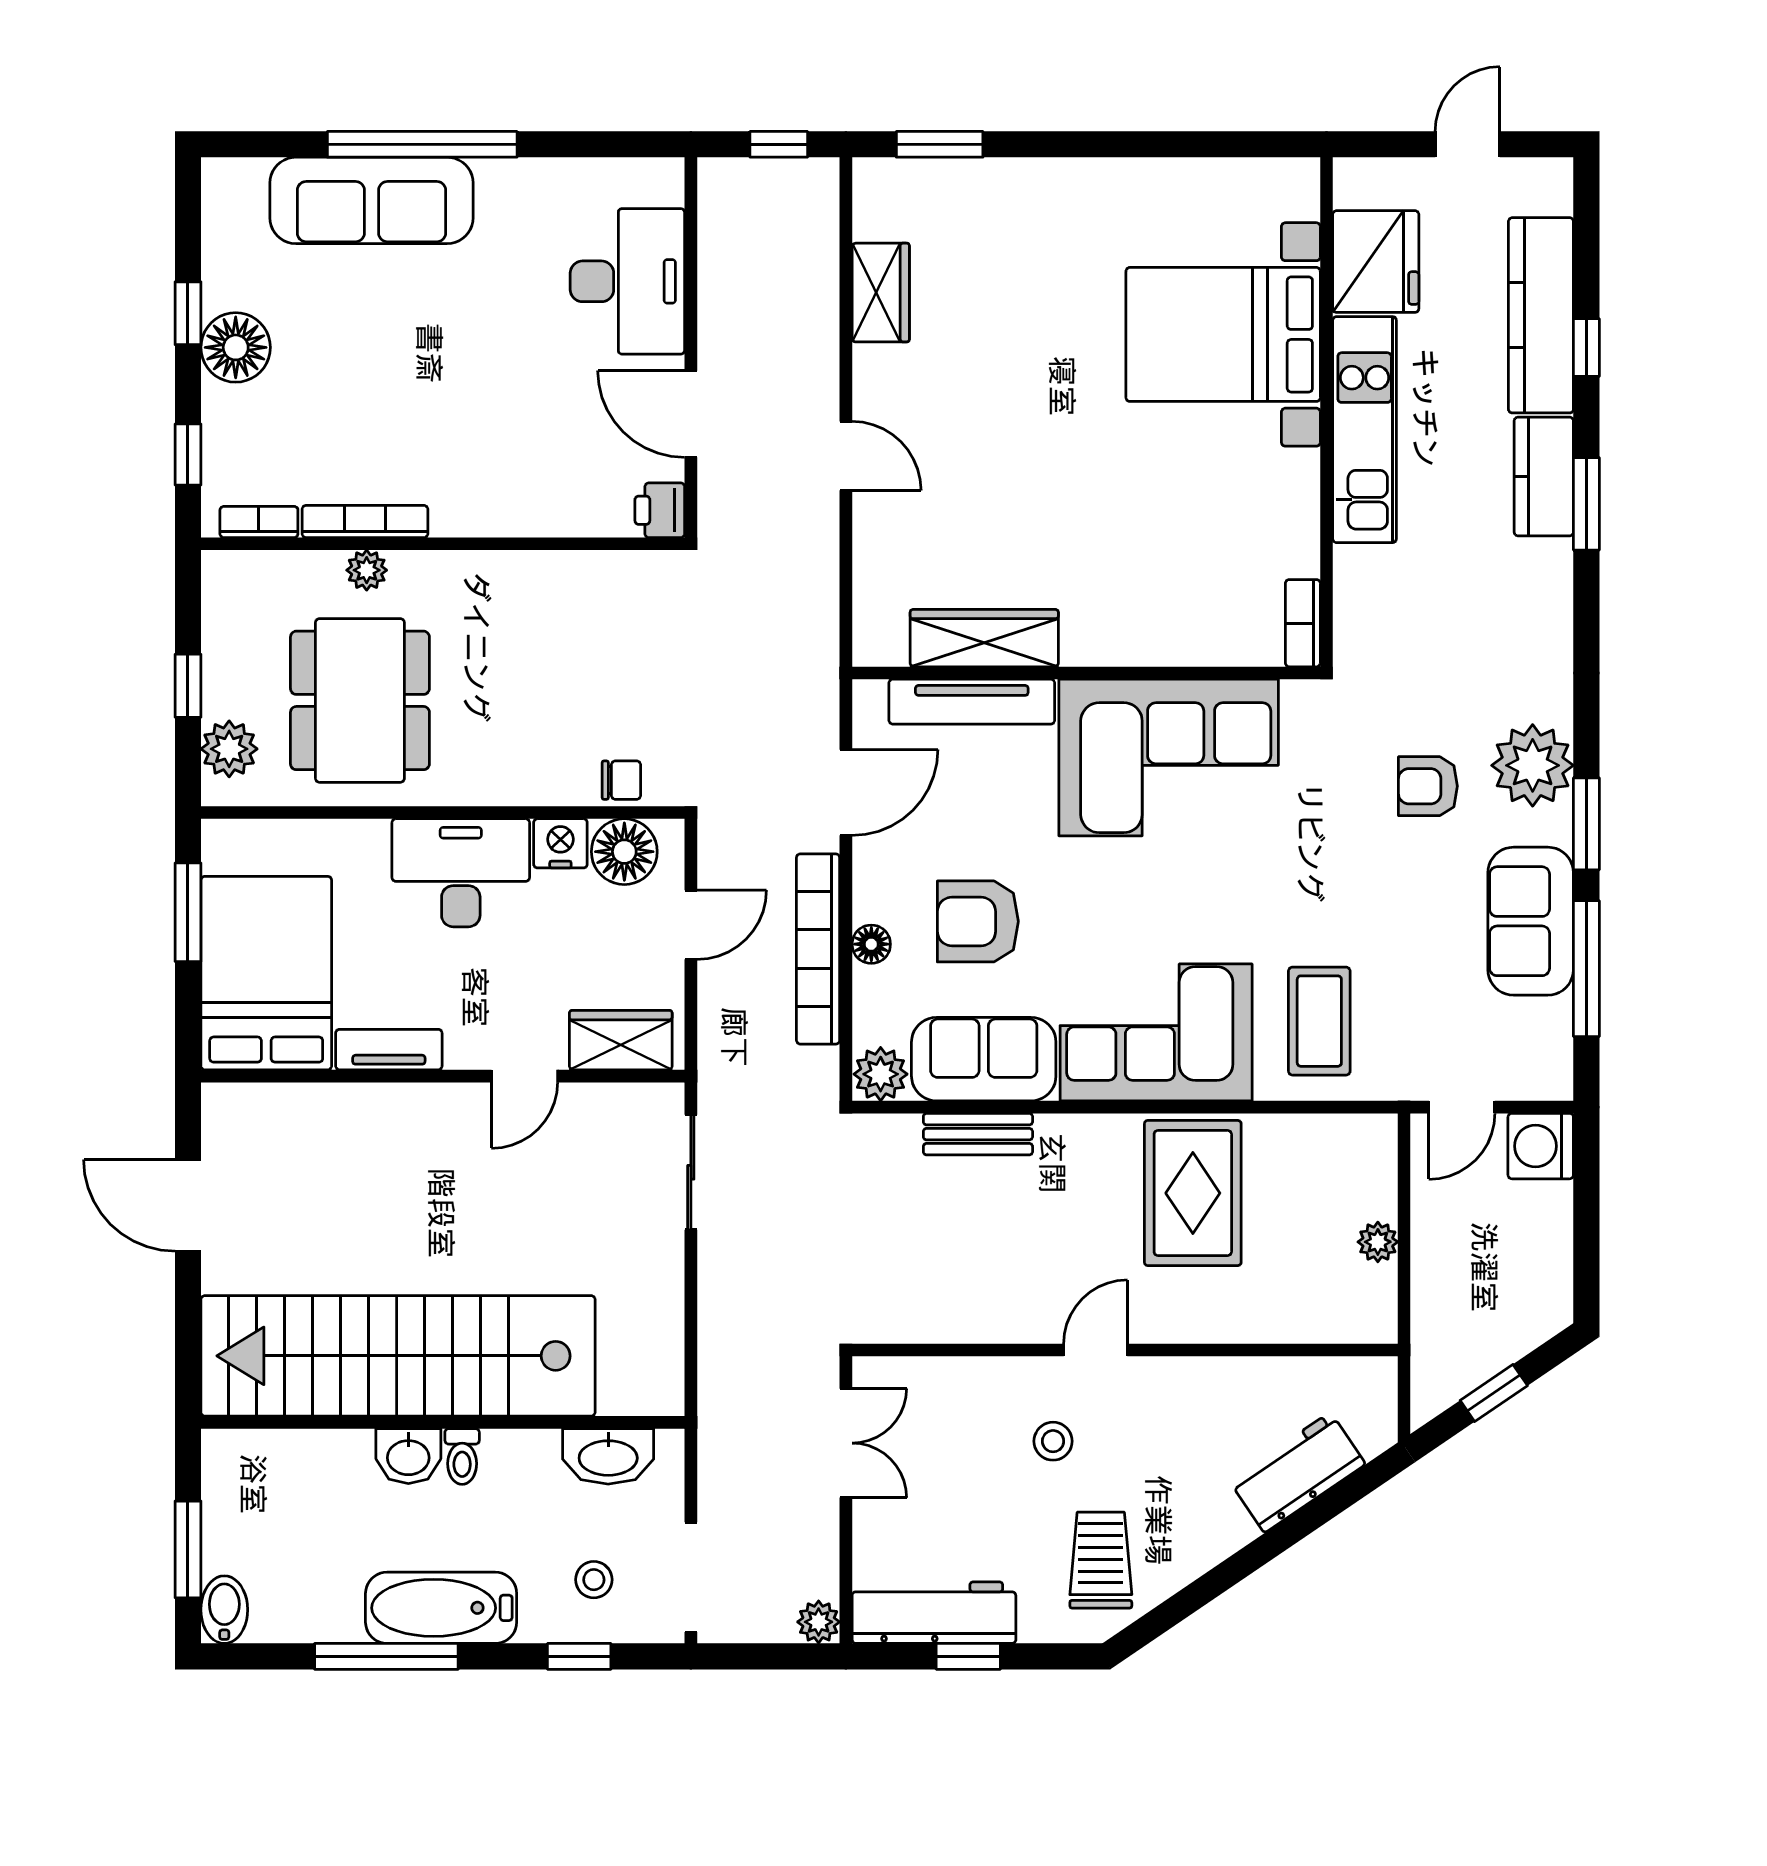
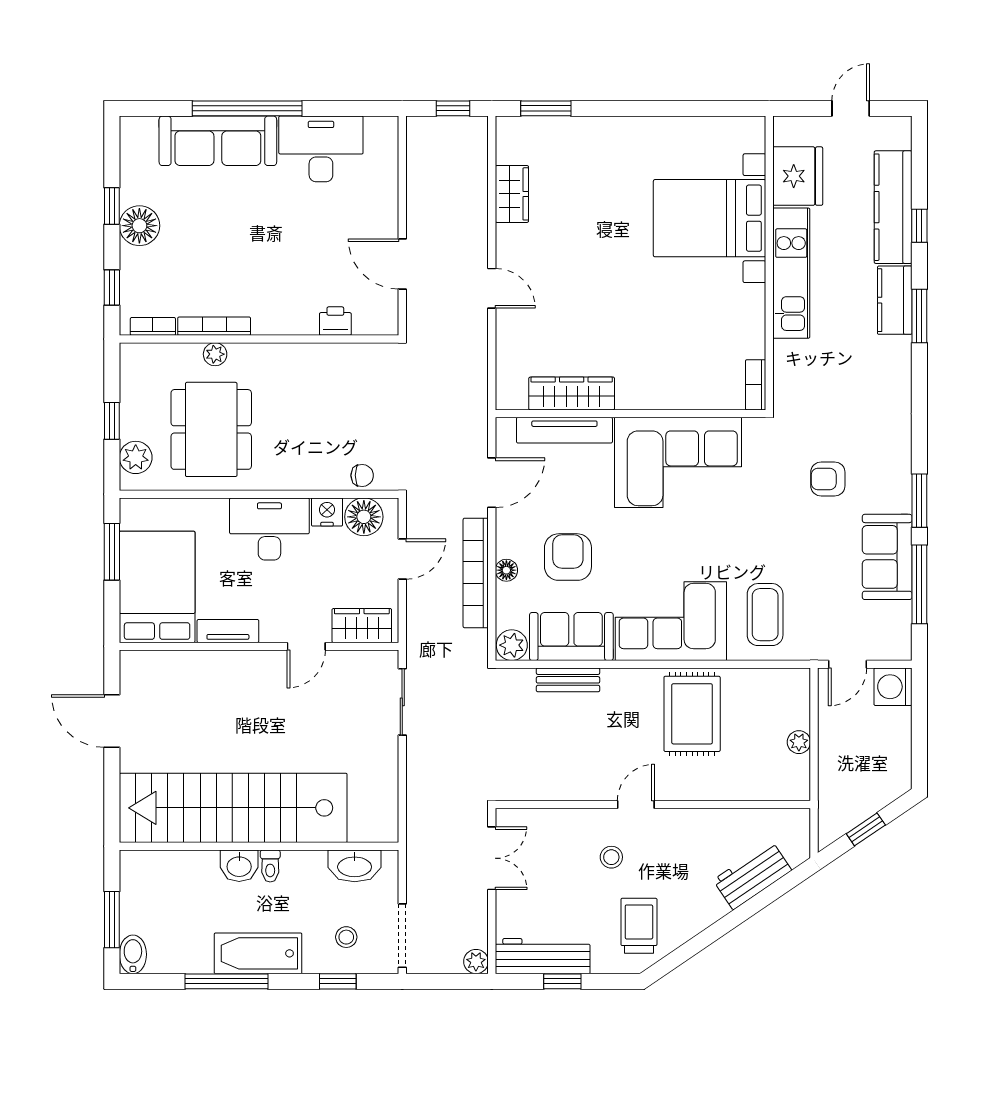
desk: (627, 281) -> (321, 149), moved, turned -90
printer: (660, 510) -> (335, 321), moved, turned 90
plant: (1533, 765) -> (888, 467), removed
armchair: (978, 921) -> (568, 557), turned 90

